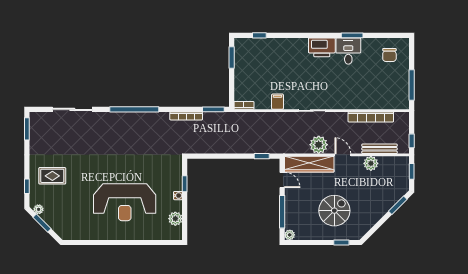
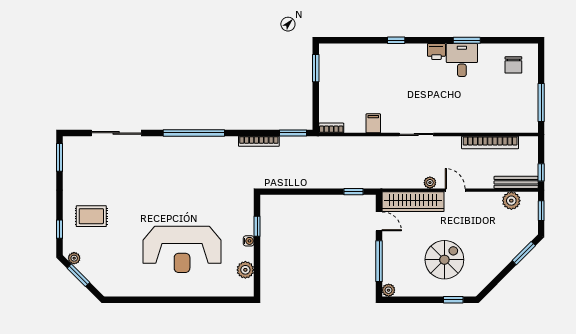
window: (259, 35) -> (396, 40), moved
printer: (322, 47) -> (436, 51), width x0.53, depth x0.68
plant: (319, 145) -> (430, 183), width x0.53, depth x0.53
bench: (380, 149) -> (516, 182), moved
plant: (371, 163) -> (511, 201), moved

